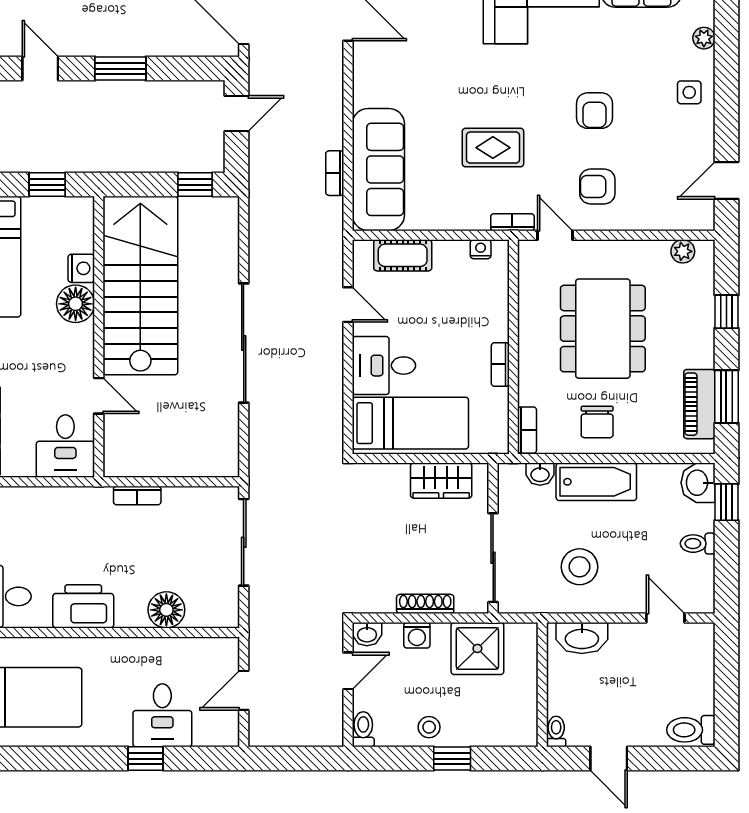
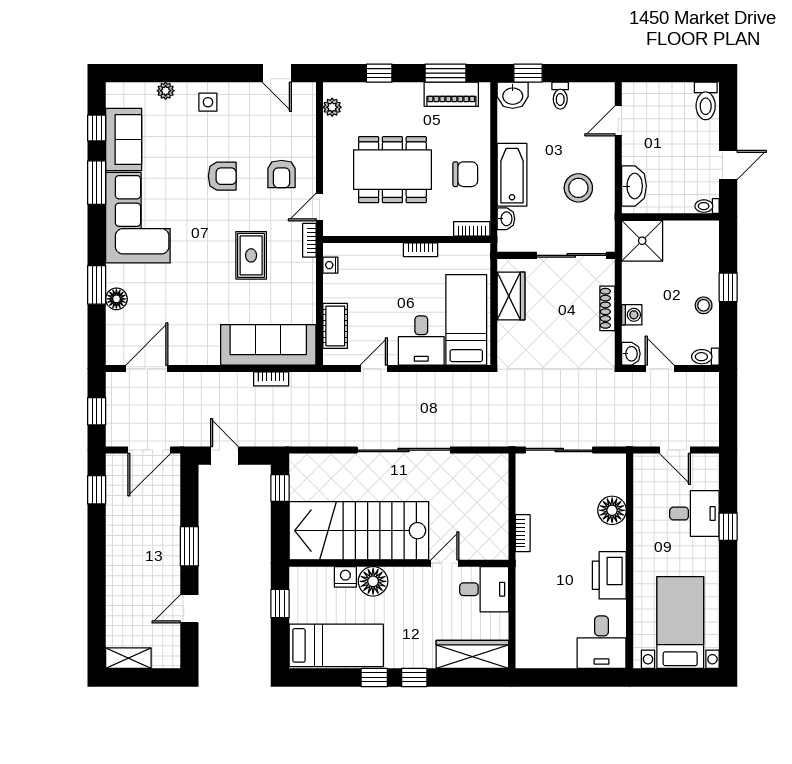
shower: (477, 648) -> (642, 241), moved

